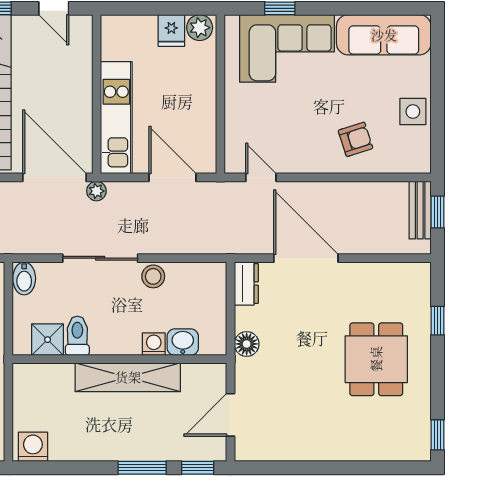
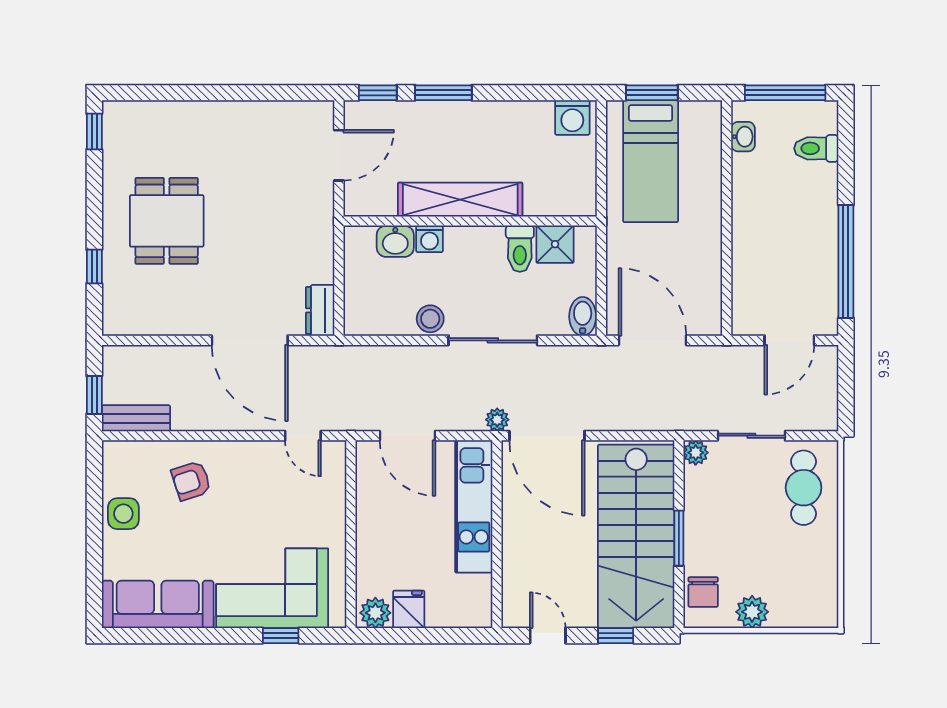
bench: (420, 210) -> (136, 418), moved, turned 90
floor lamp: (247, 344) -> (320, 239), removed

